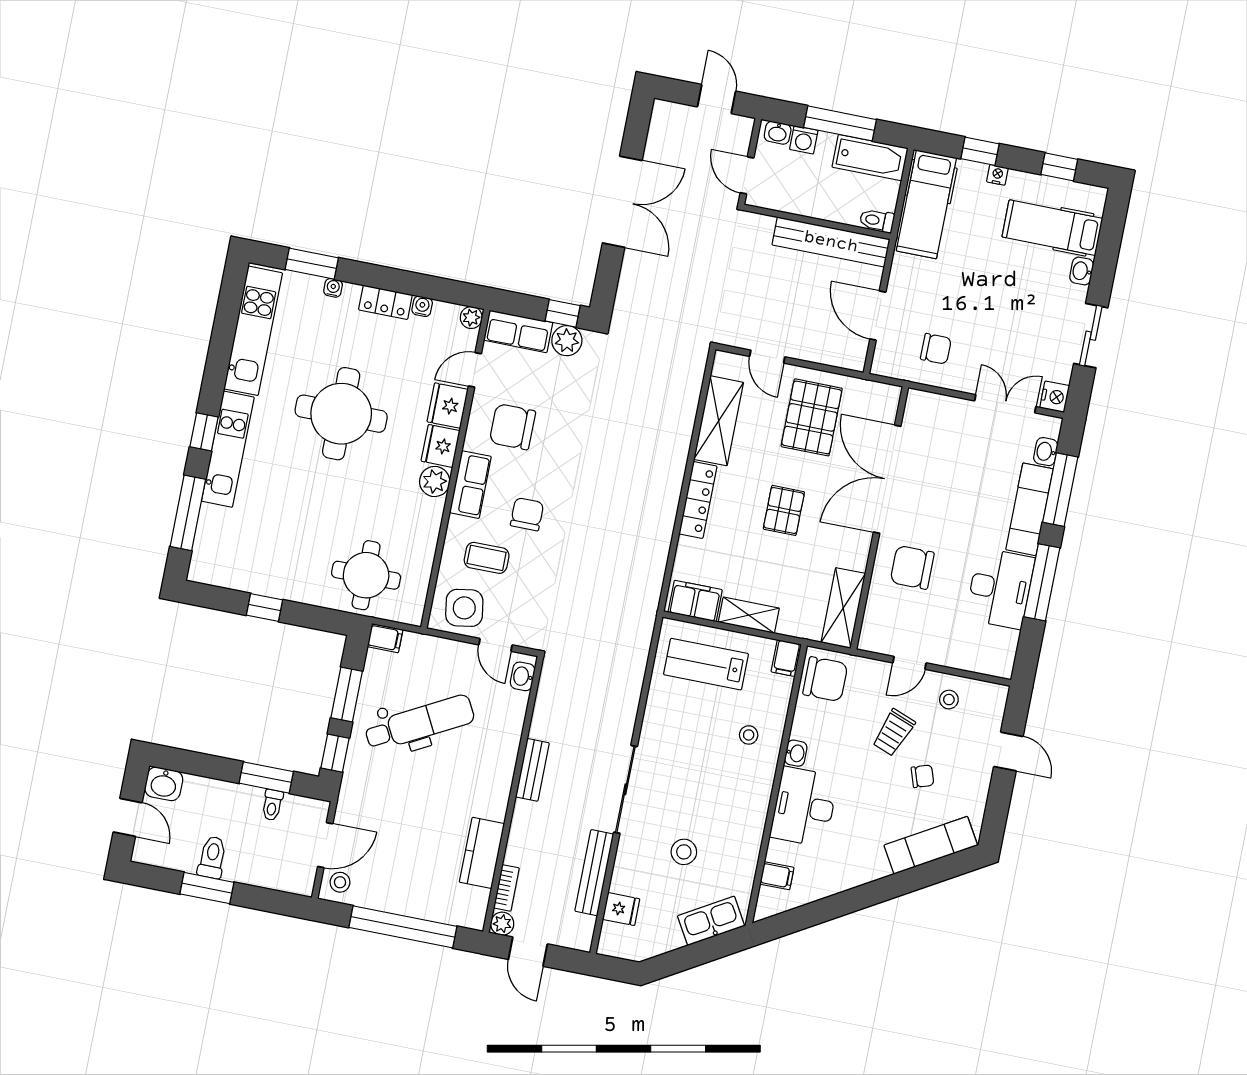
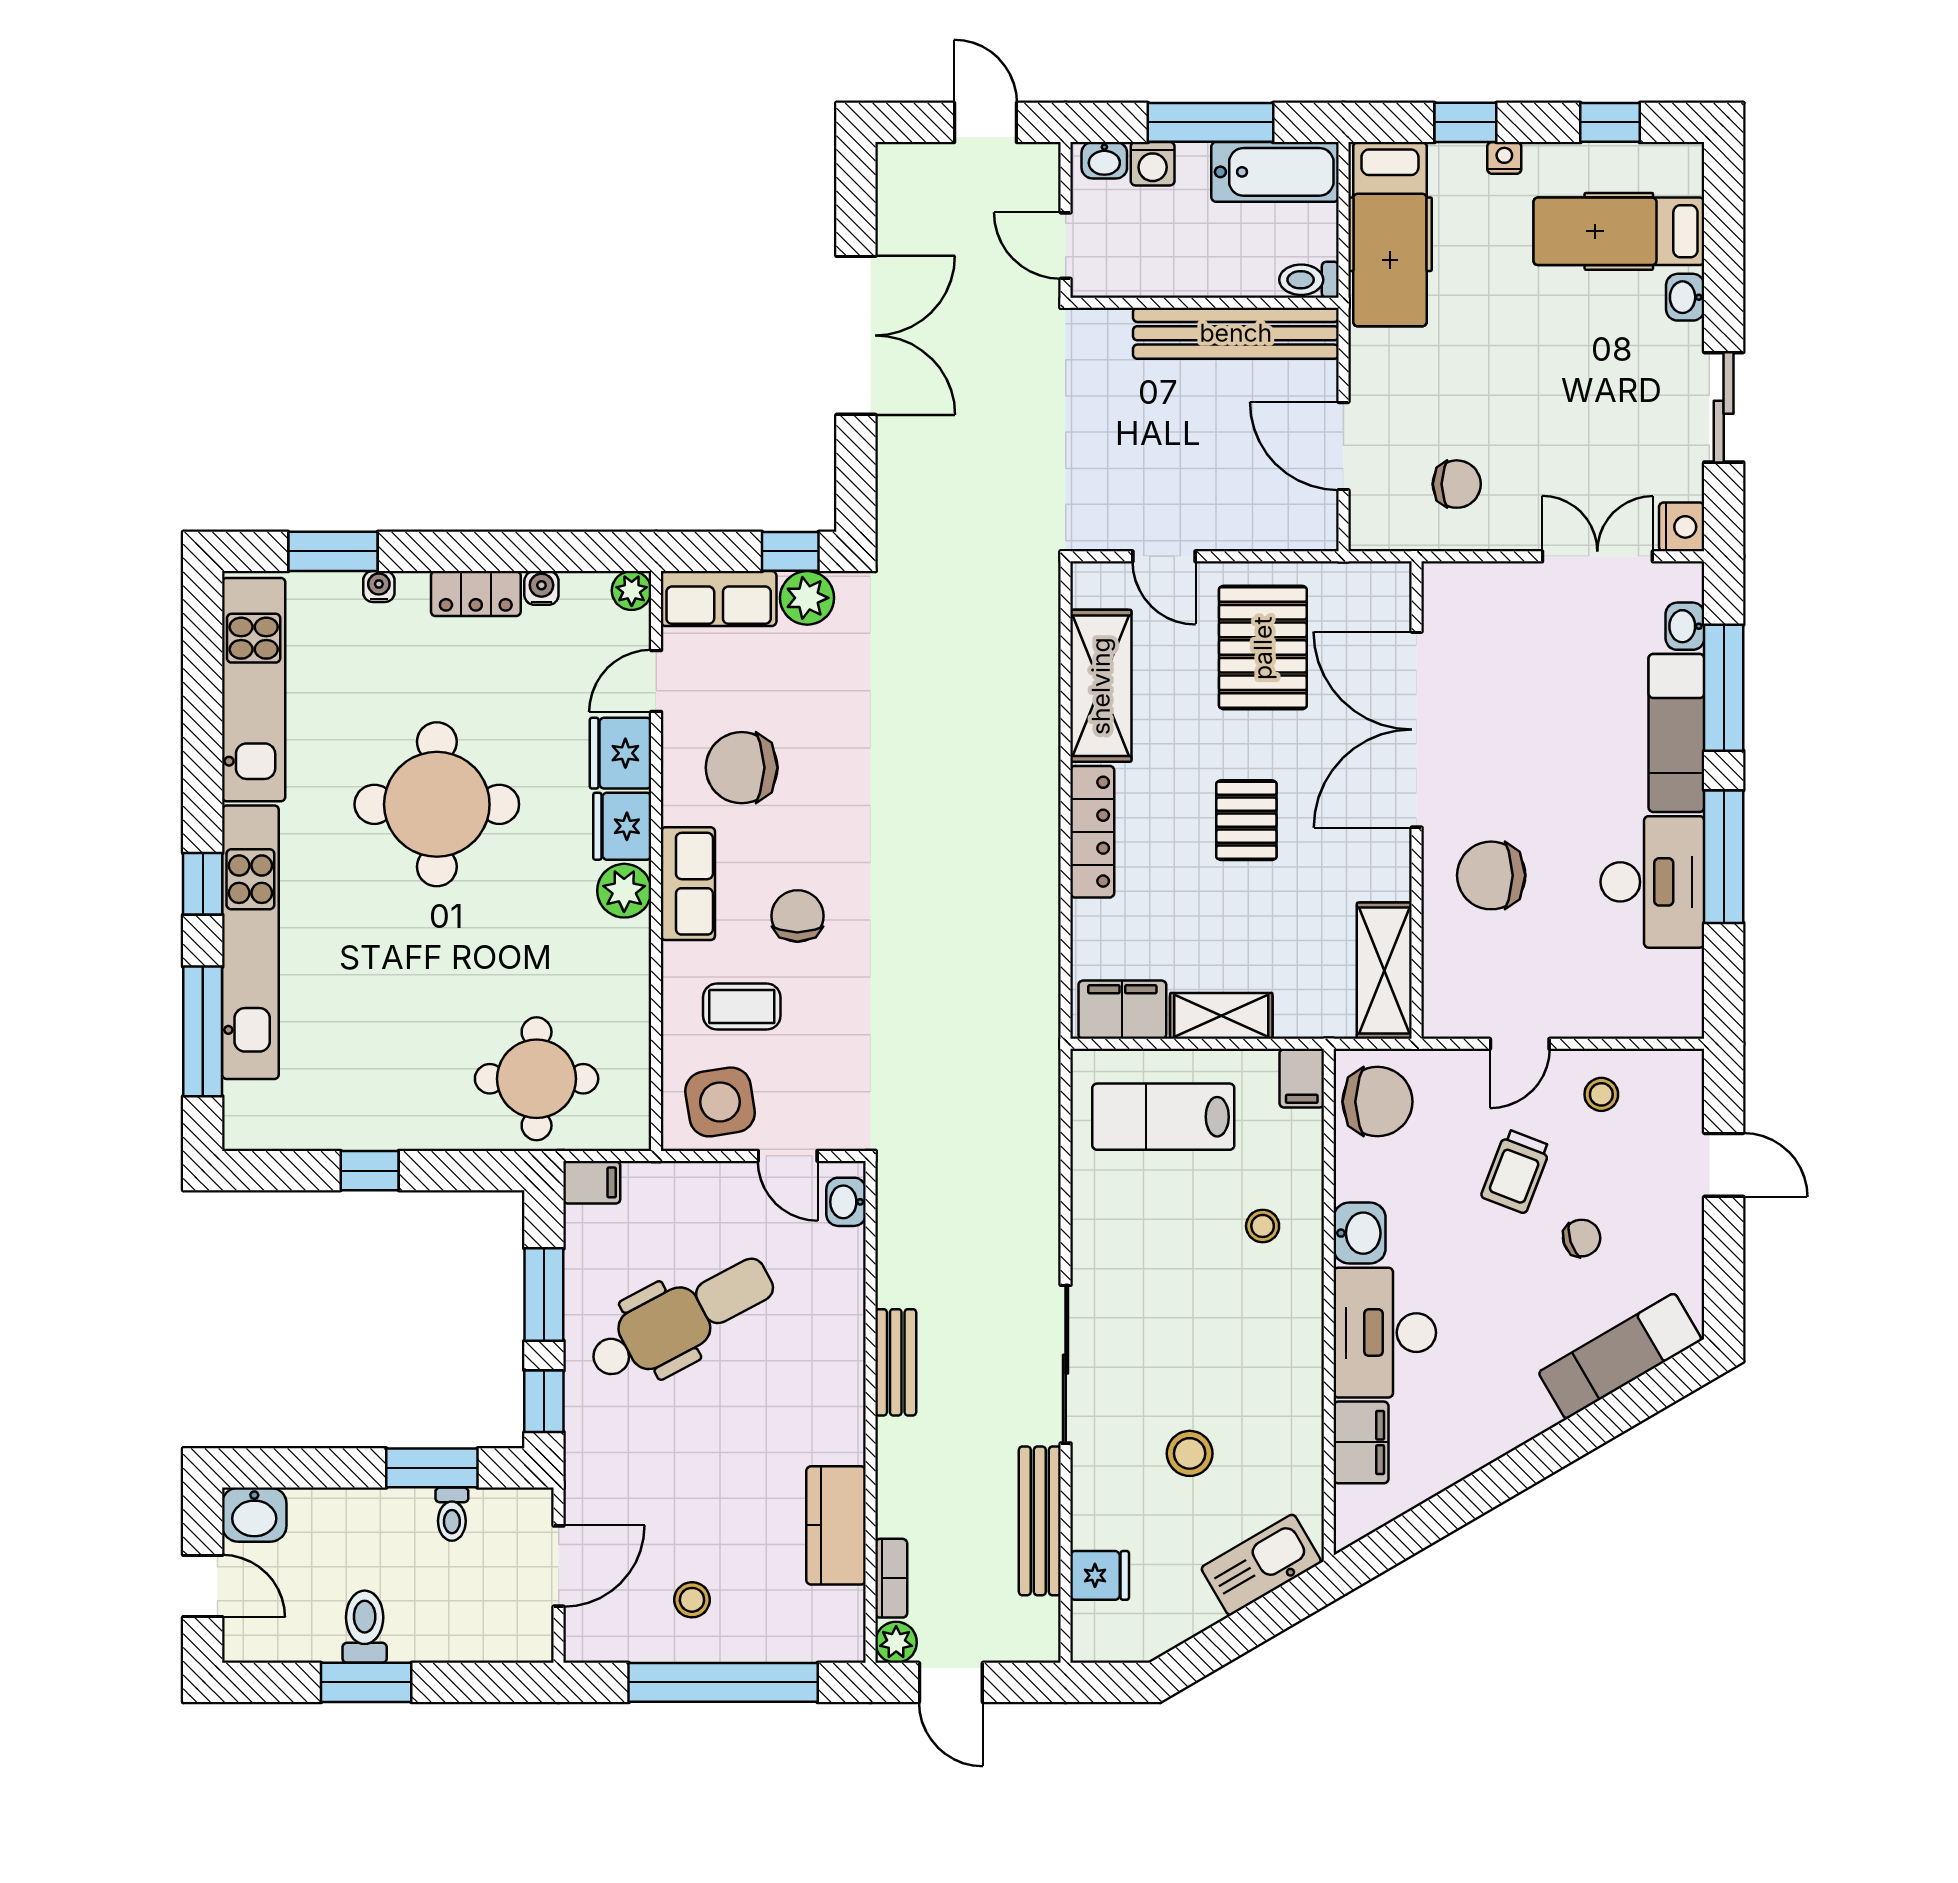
kitchen unit: (228, 449) -> (250, 942), width x1.36
washbasin: (796, 753) -> (1360, 1233), width x1.38, depth x1.45
filing cabinet: (777, 876) -> (1361, 1442), width x2.00
stool: (340, 882) -> (692, 1600), moved

